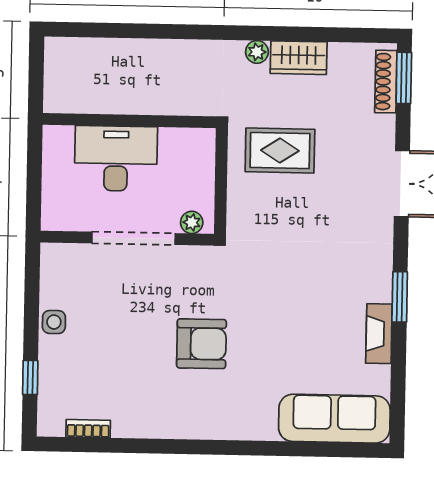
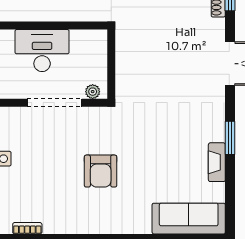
rug: (280, 150) -> (150, 43), removed
armchair: (201, 344) -> (101, 171), turned 90

